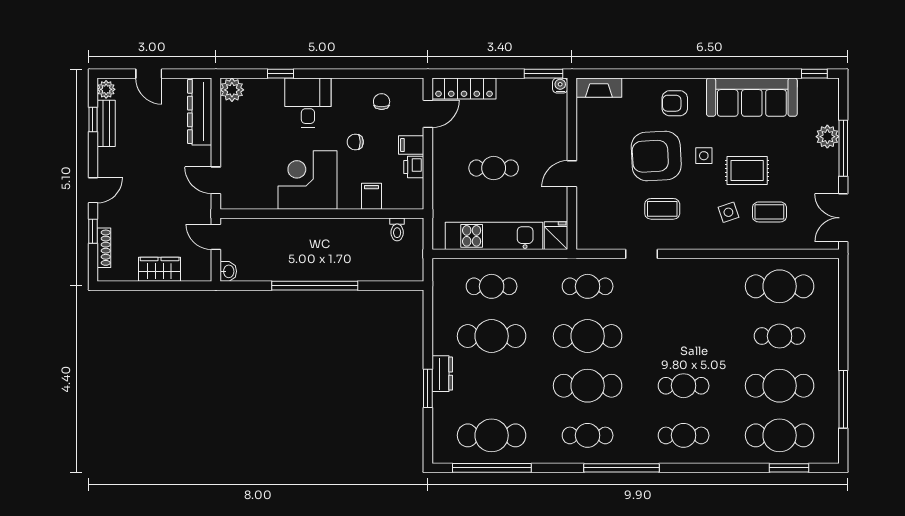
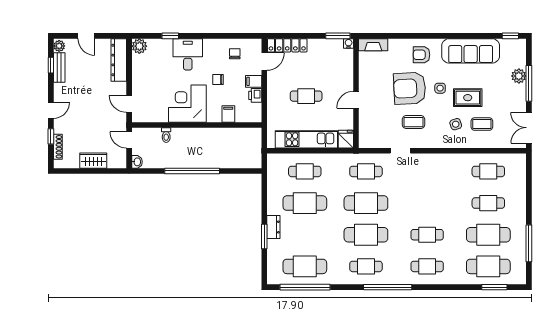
toilet: (397, 229) -> (166, 135), moved
cafe table: (780, 286) -> (488, 171), width x0.73, depth x0.74

